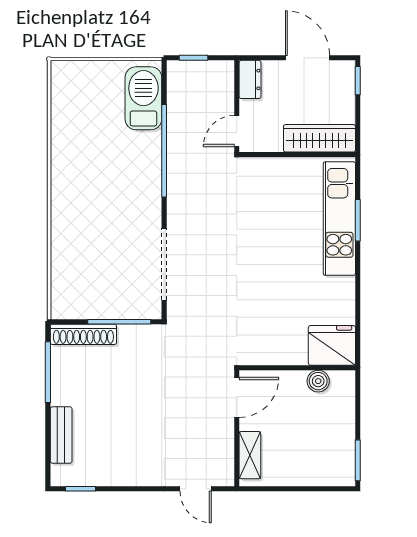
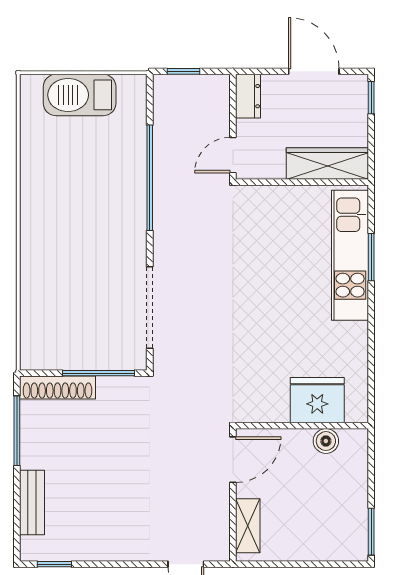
barbecue: (143, 98) -> (80, 95), moved, turned -90
fridge: (332, 345) -> (317, 400), moved

